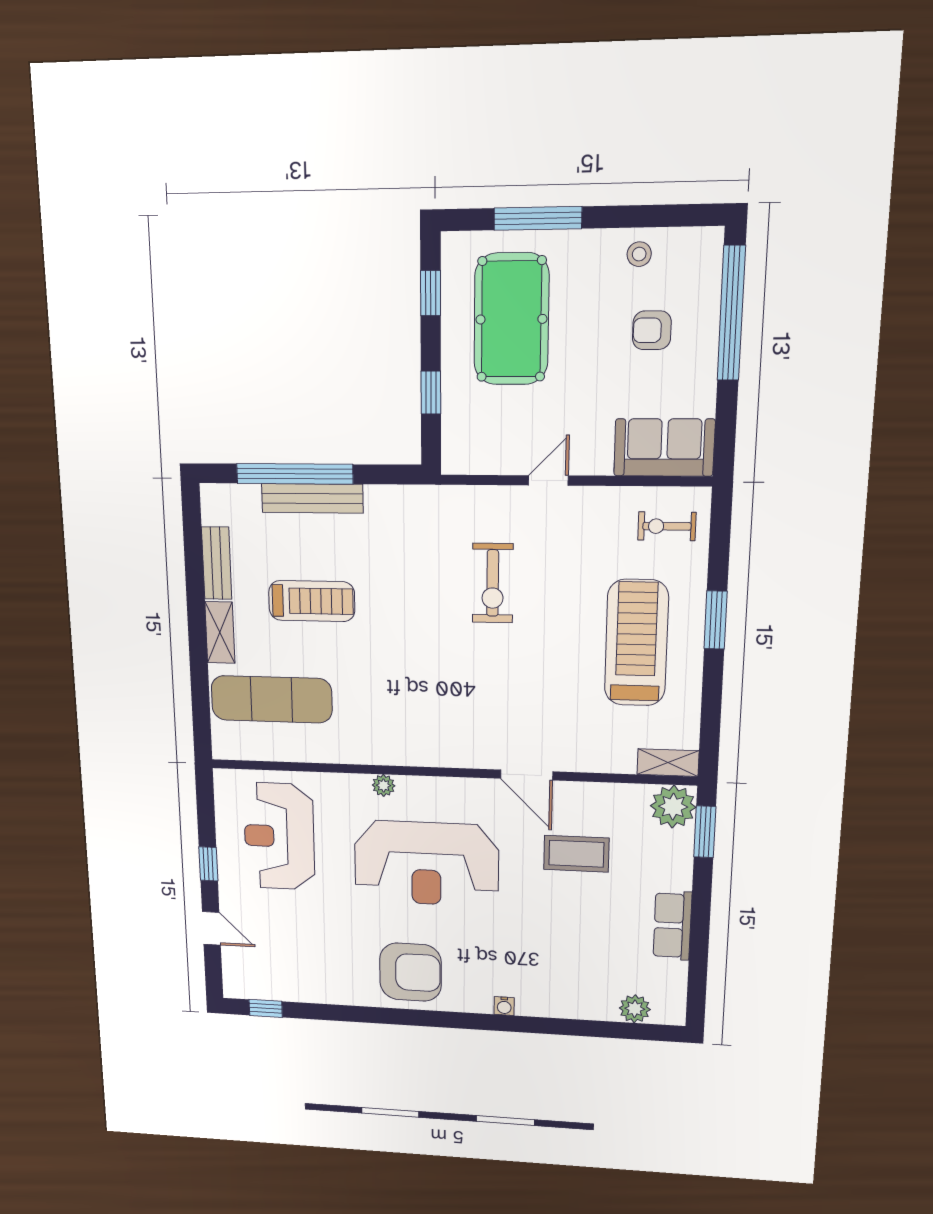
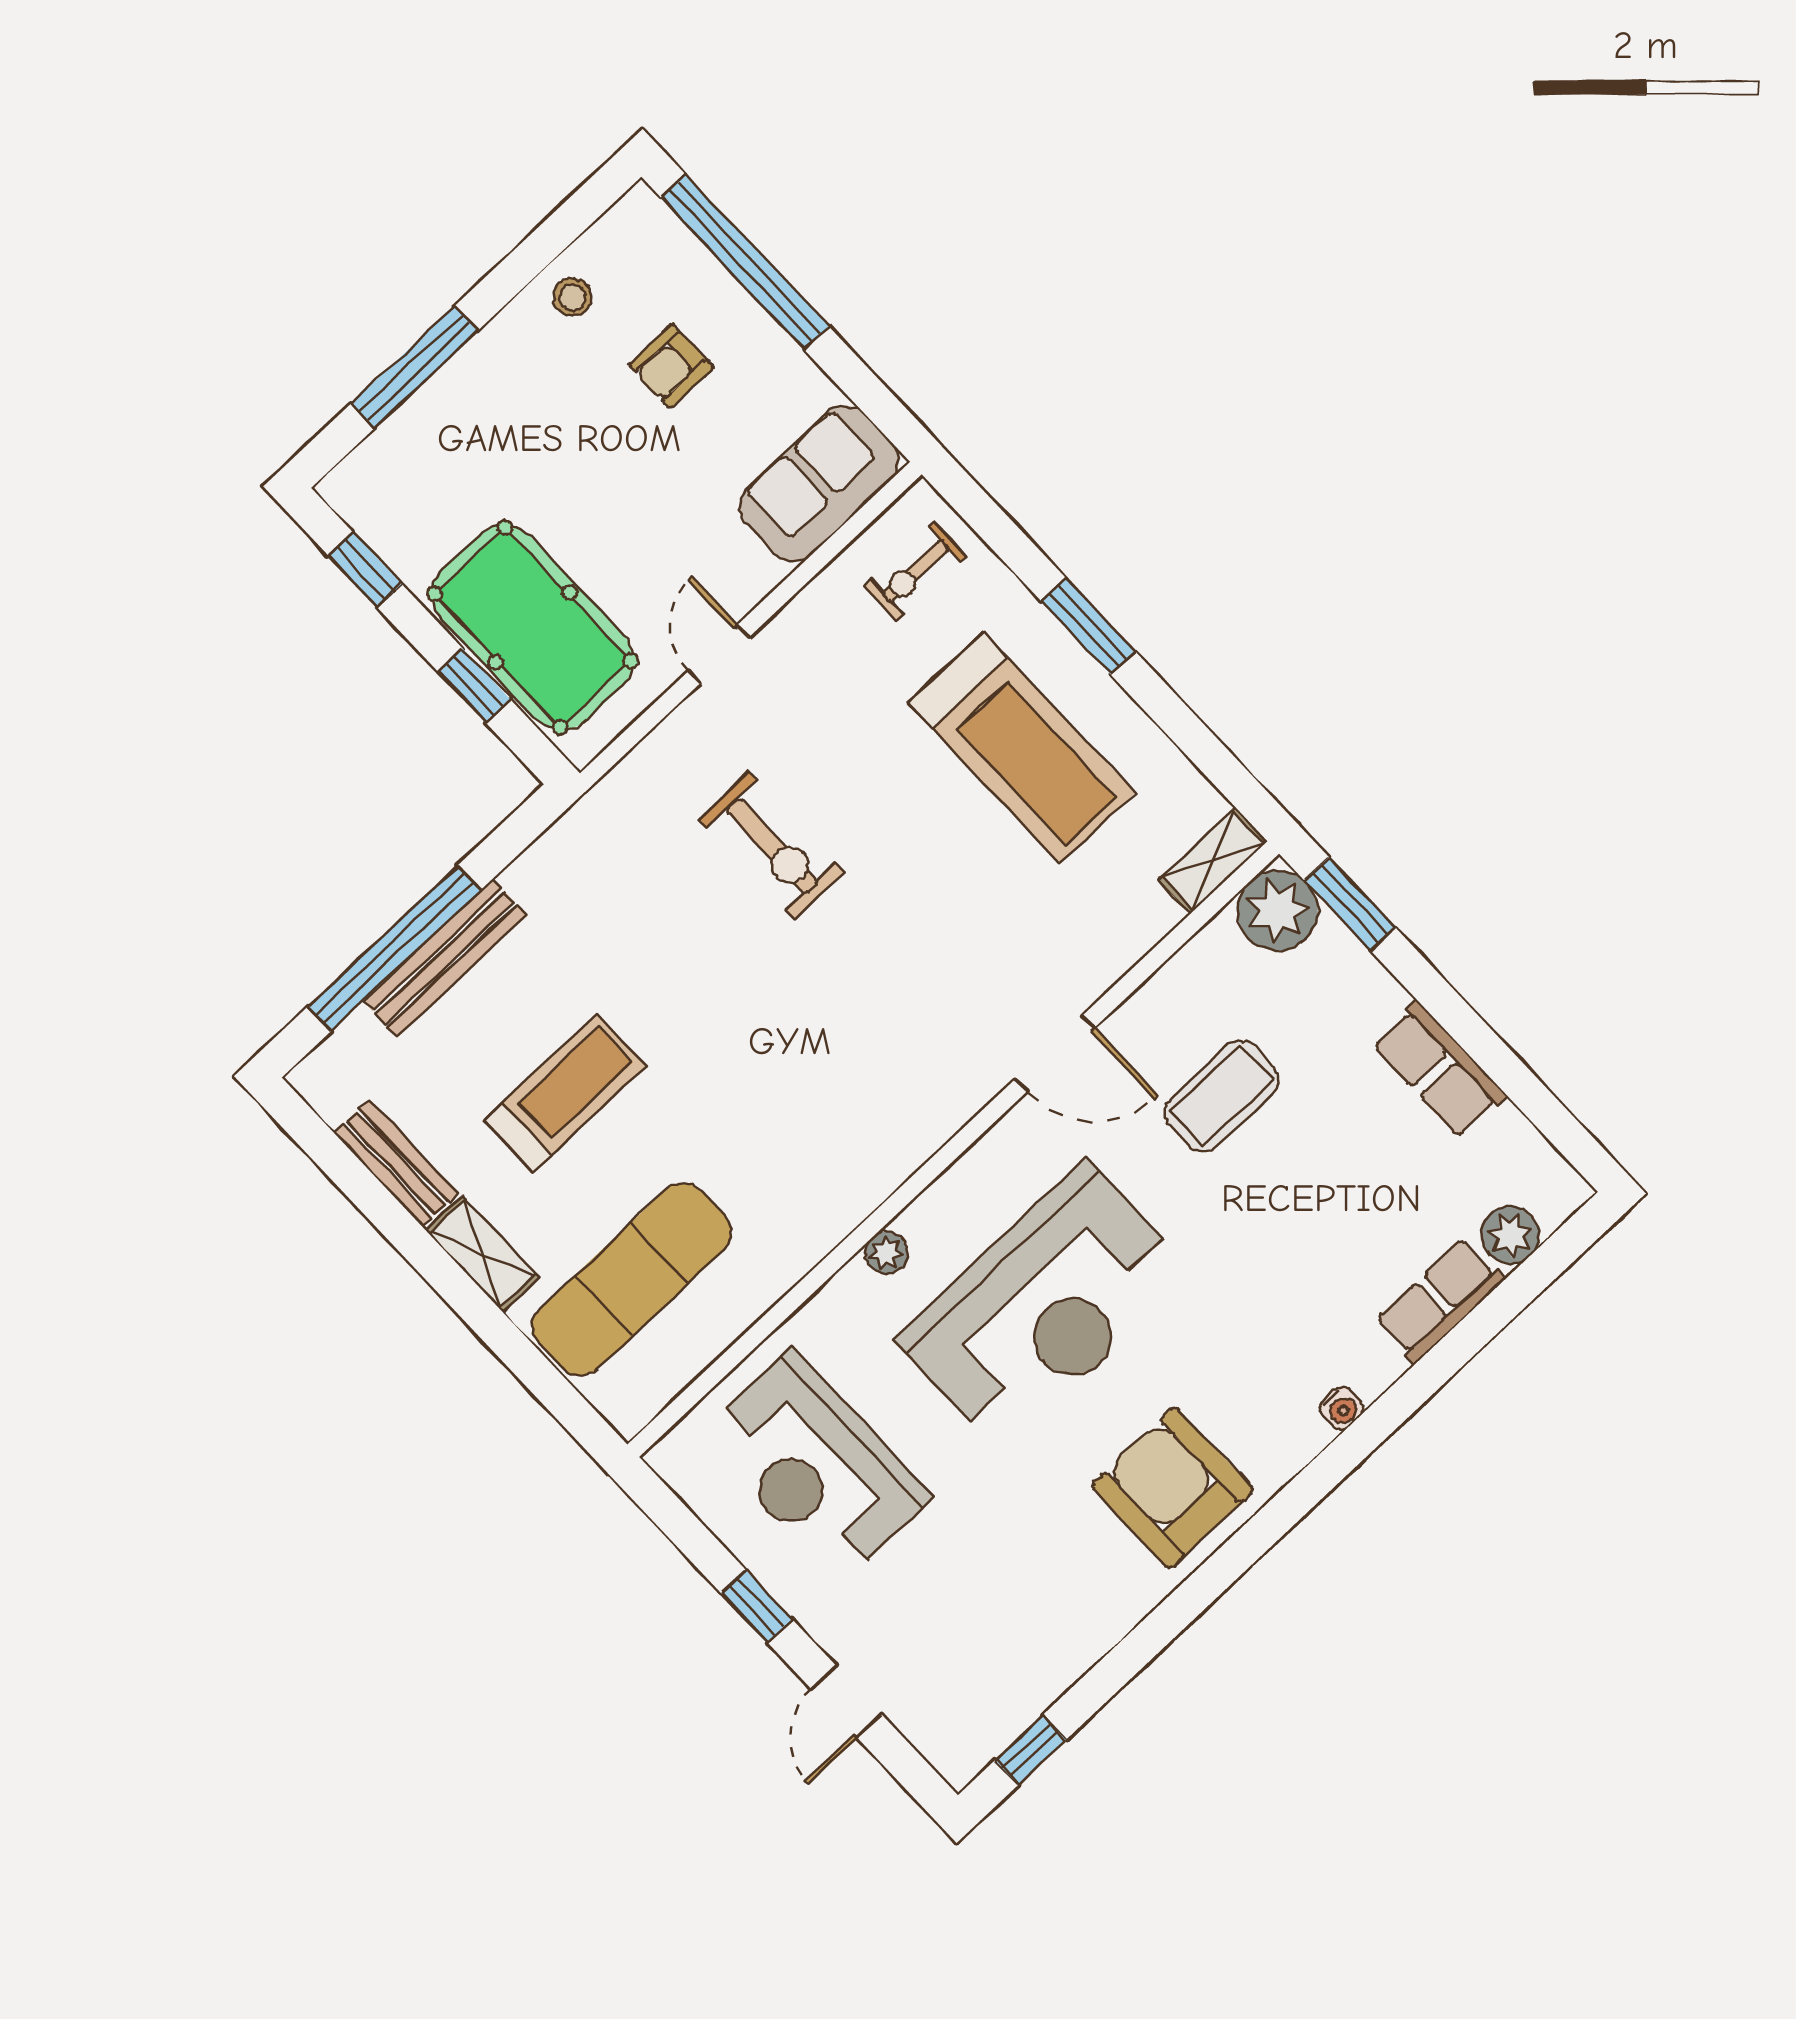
pool table: (511, 319) -> (533, 627), moved
treadmill: (636, 643) -> (1022, 748), turned 180
door: (211, 928) -> (847, 1702), swing flipped
armchair: (411, 972) -> (1172, 1488), turned -90
row of seats: (583, 1005) -> (1440, 1300), added

